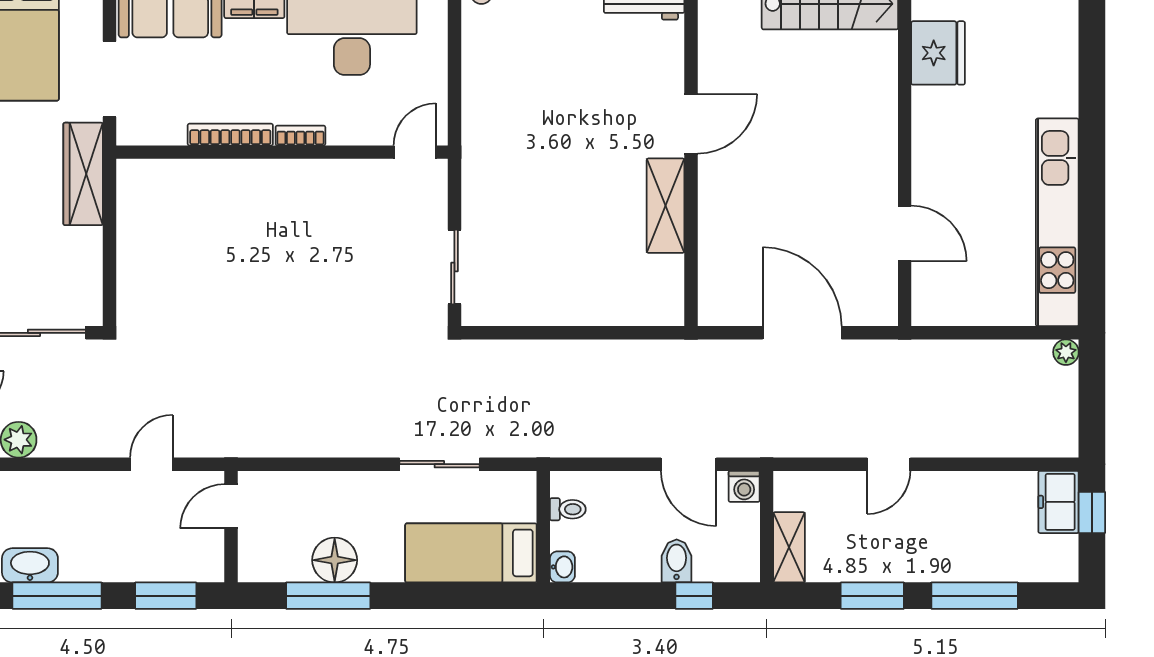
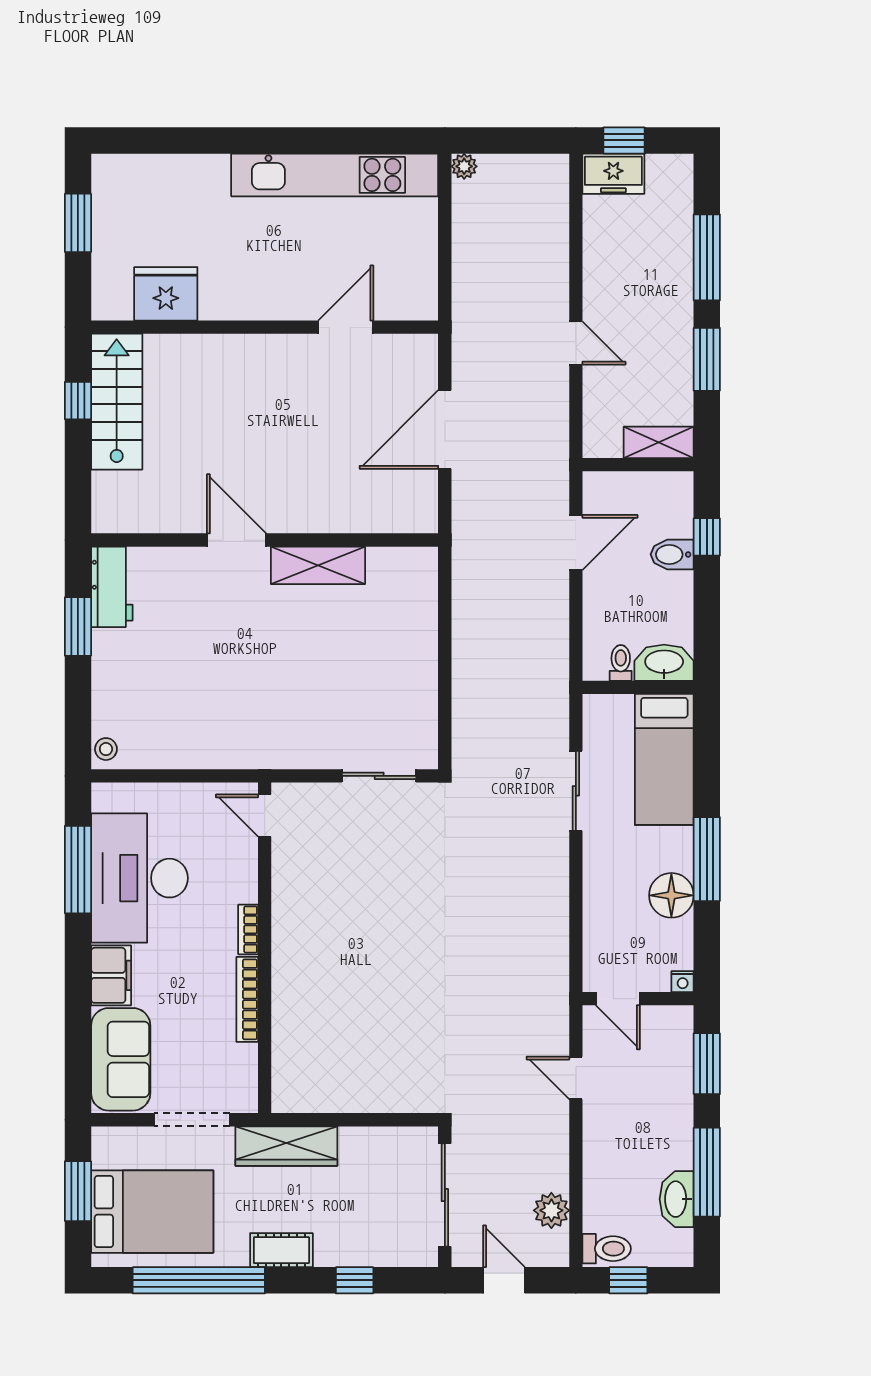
washing machine: (744, 486) -> (598, 487), removed
washbasin: (562, 567) -> (664, 663), width x1.91, depth x1.45
nightstand: (248, 571) -> (683, 982), added
window: (328, 596) -> (707, 859), moved

